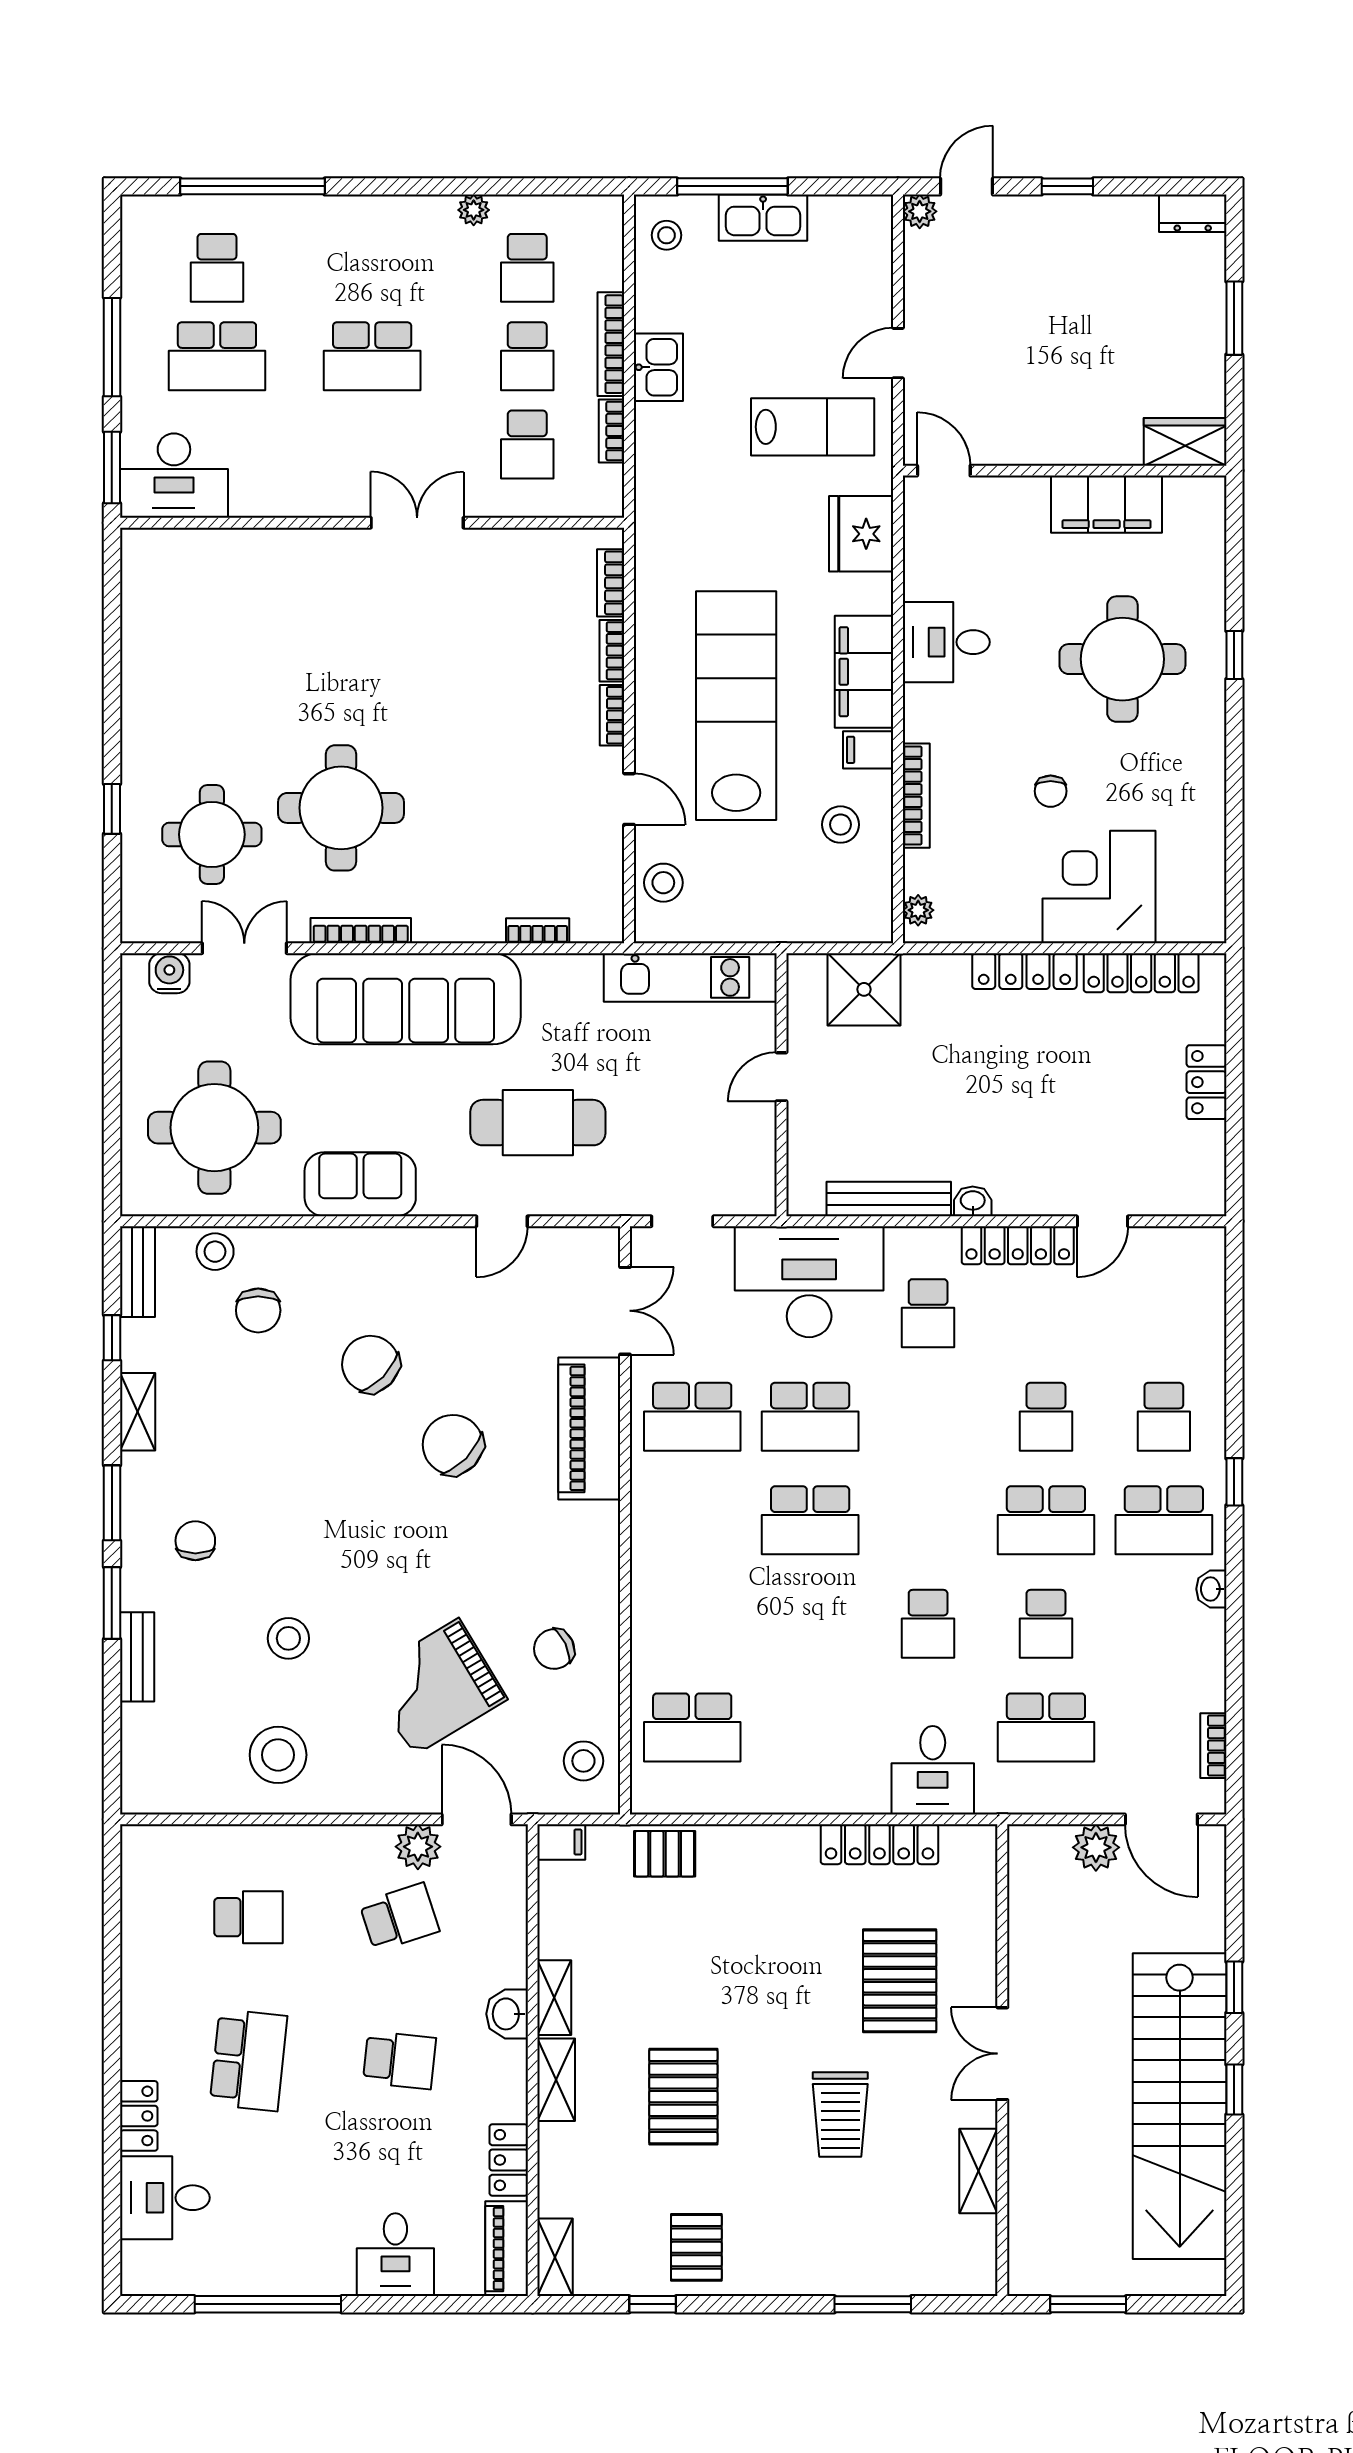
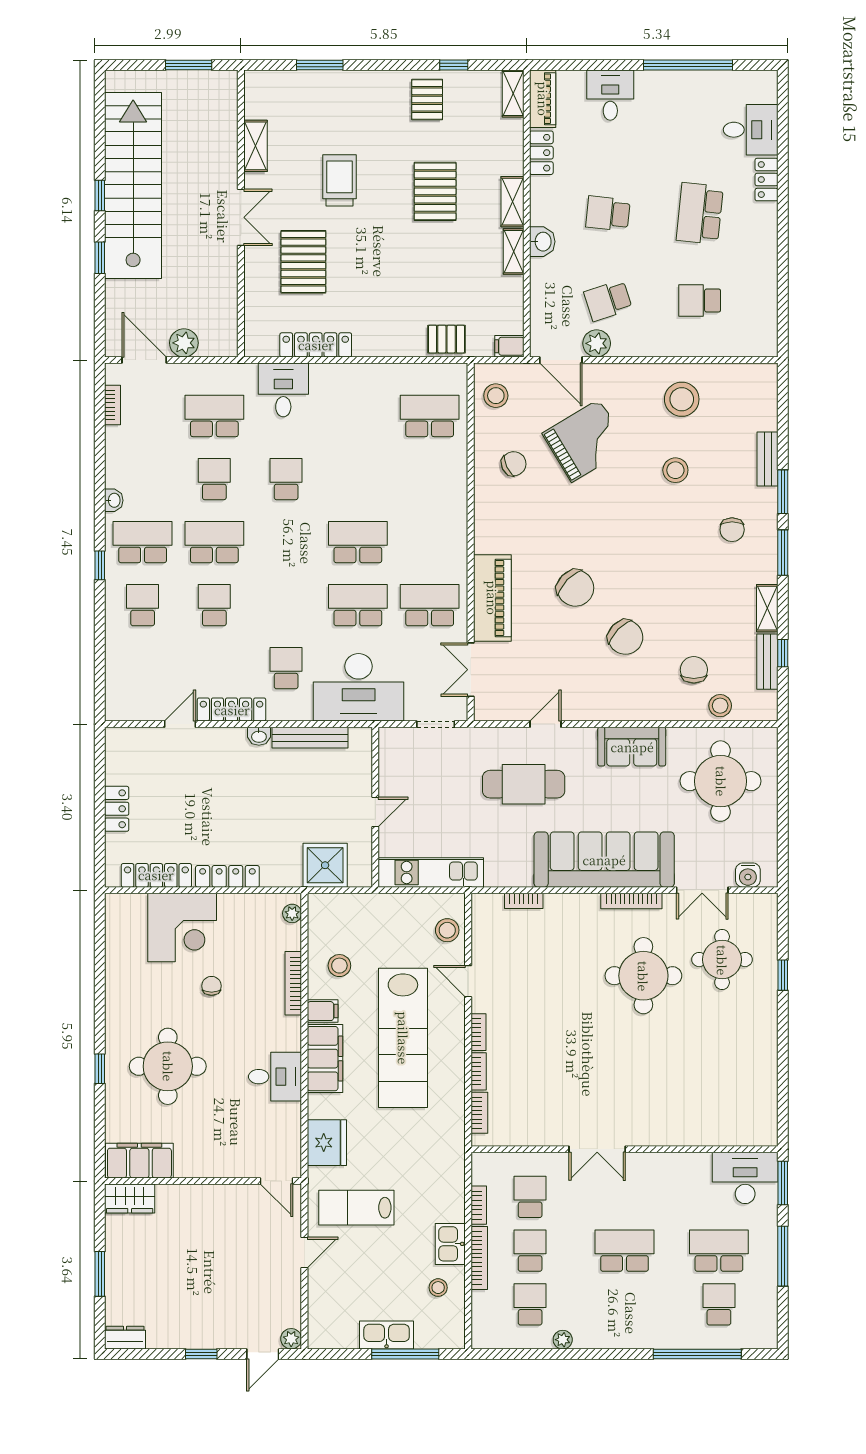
stool: (666, 235) -> (438, 1288), moved
filing cabinet: (1107, 504) -> (139, 1161), moved
bench: (137, 1272) -> (767, 662), moved

